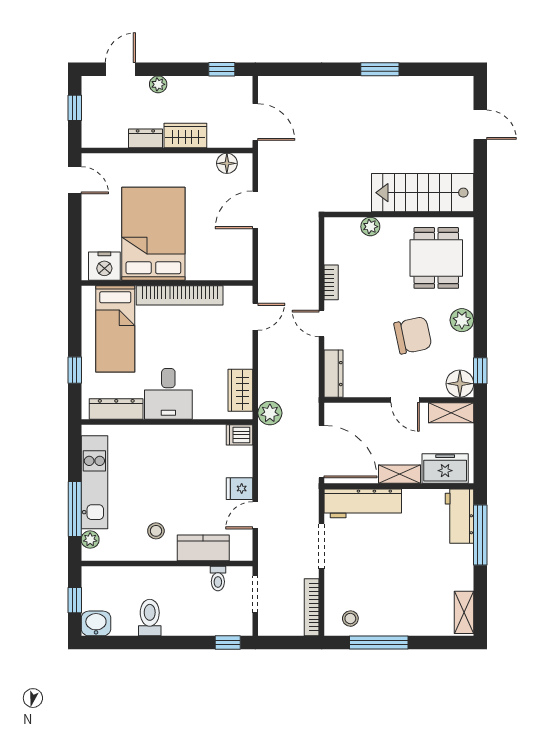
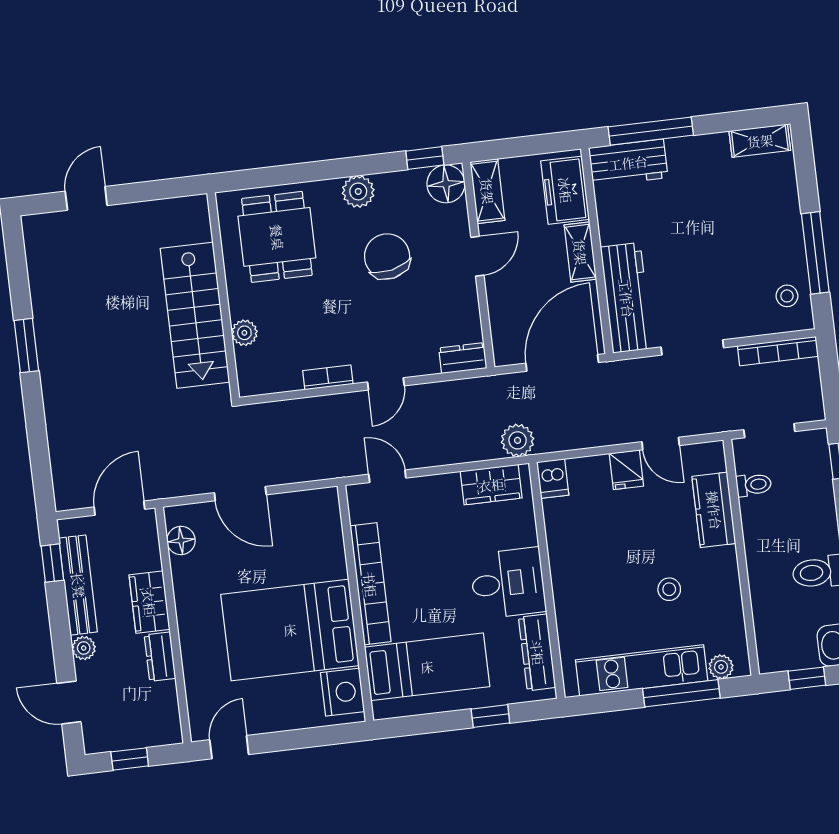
bench: (204, 86) -> (78, 585), added
stairs: (423, 193) -> (195, 315), moved
dining table: (436, 258) -> (277, 237), turned 90
dresser: (334, 374) -> (463, 358), width x0.70
stool: (156, 531) -> (669, 589), moved

